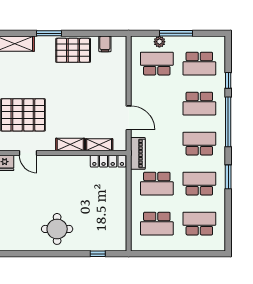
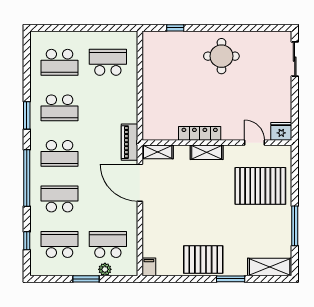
window: (176, 33) -> (86, 279), width x0.69
filing cabinet: (105, 44) -> (149, 267), moved
school desk: (157, 64) -> (108, 244), turned 180
window: (228, 80) -> (27, 241), moved
door: (129, 118) -> (140, 183), width x1.36
shelving: (99, 145) -> (158, 152), moved
locker: (108, 161) -> (200, 133), moved
school desk: (157, 184) -> (108, 108), removed

